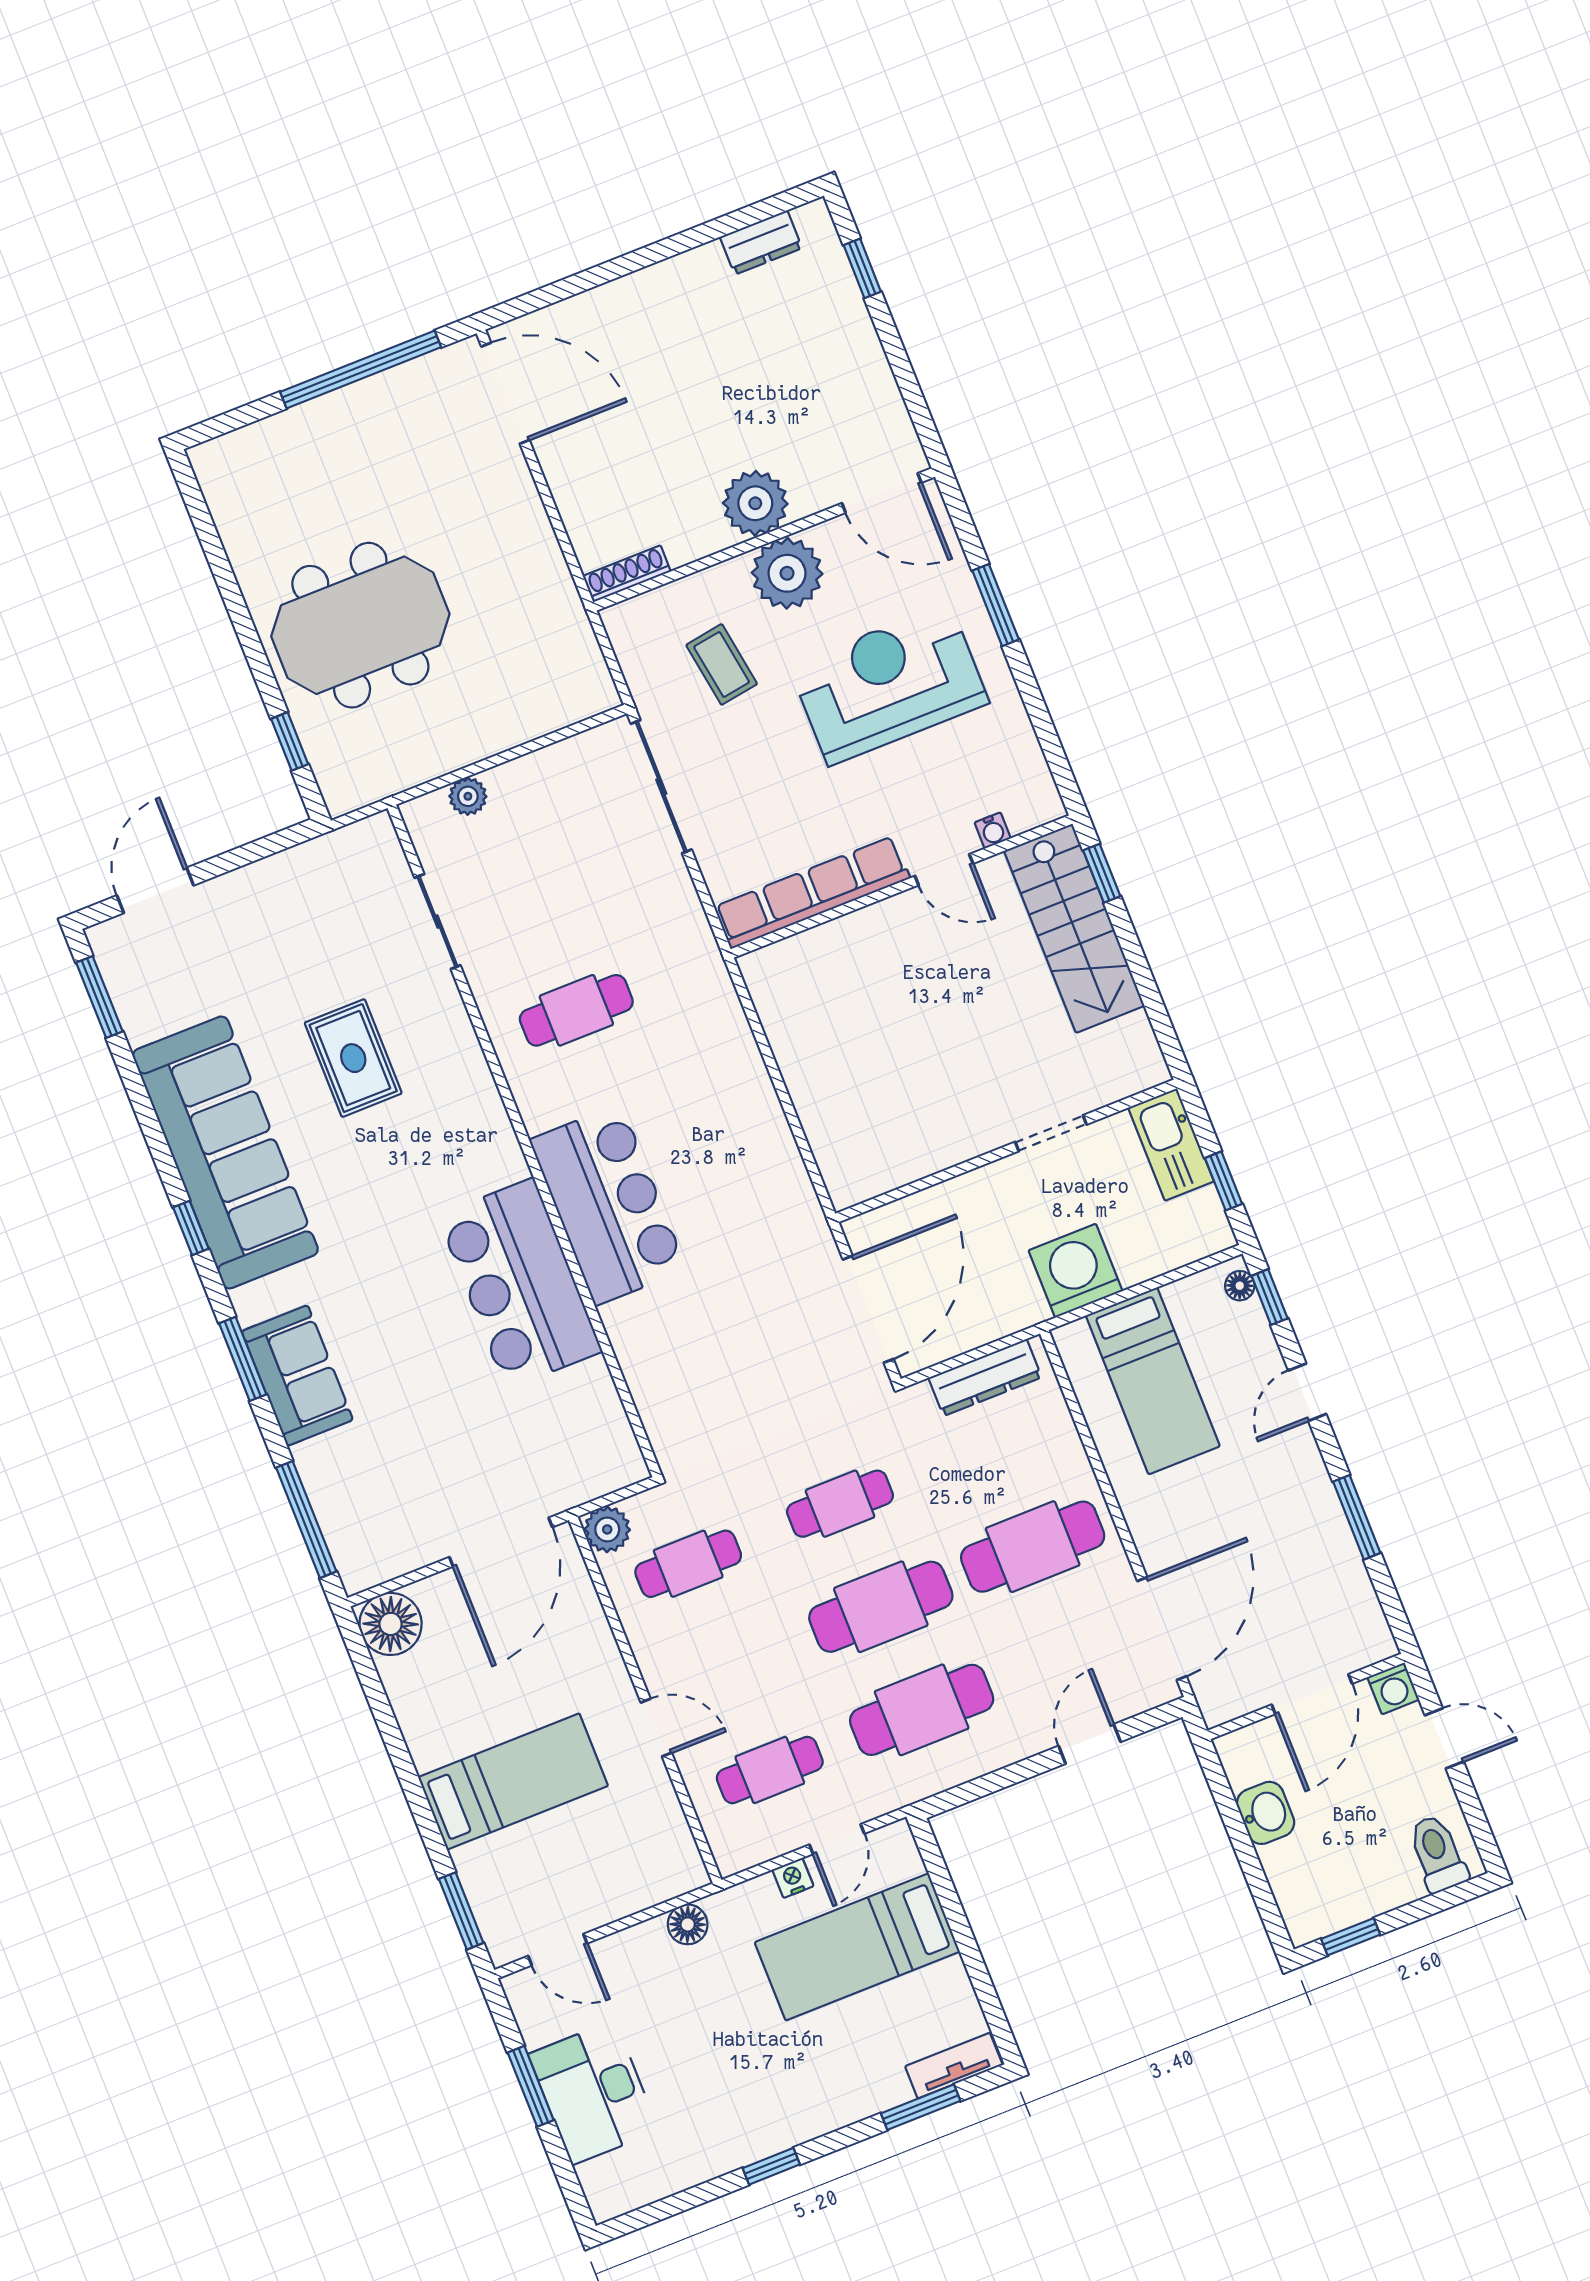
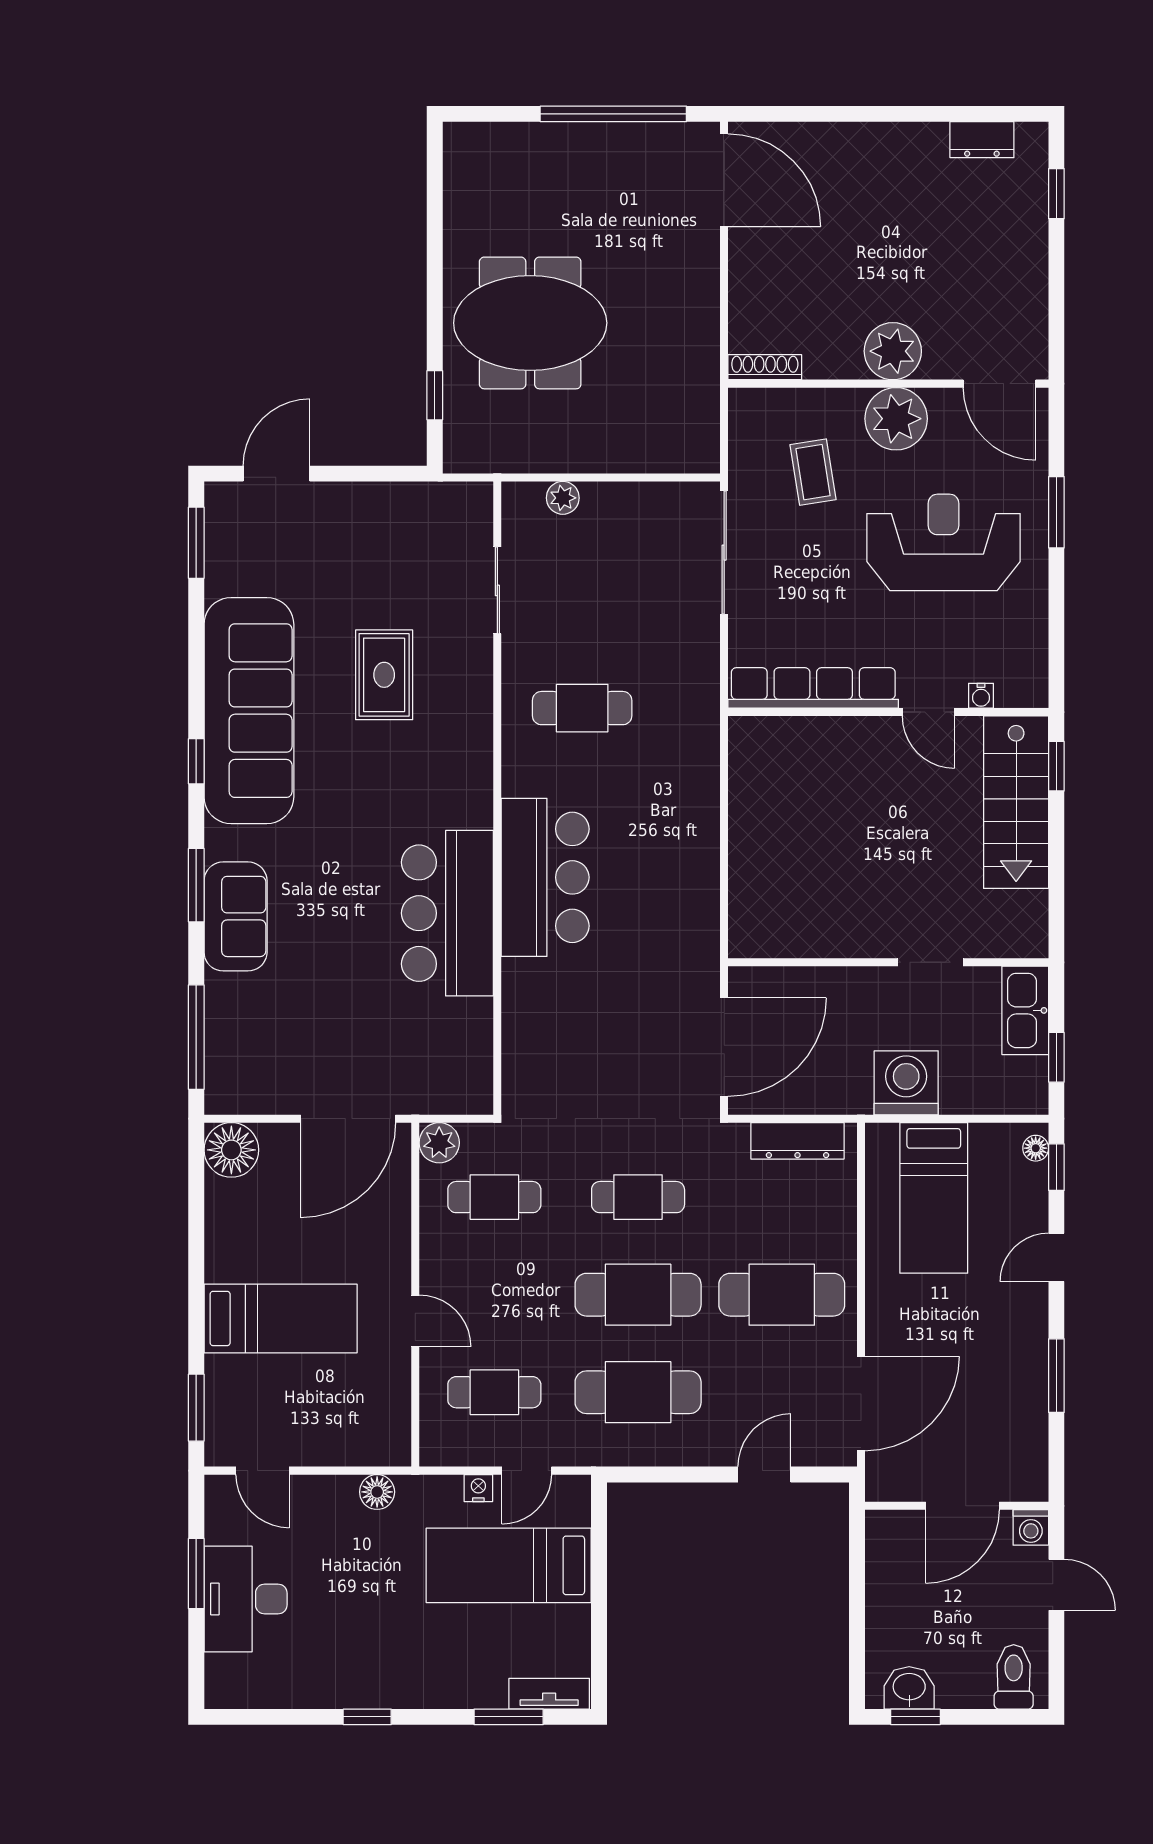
washbasin: (1266, 1813) -> (909, 1688), moved, turned -90

